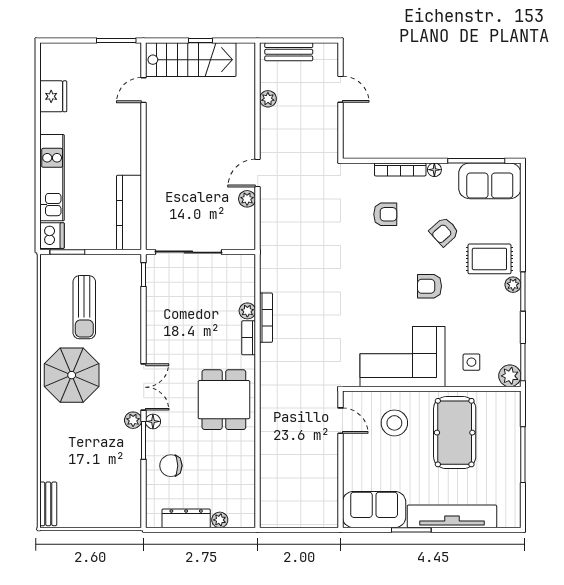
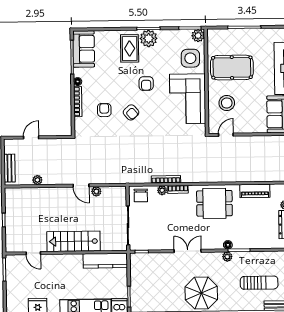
stairs: (191, 60) -> (73, 241), moved, turned -90
armchair: (444, 232) -> (131, 112), moved
plant: (513, 285) -> (149, 38), width x1.88, depth x1.88
sun lounger: (84, 307) -> (259, 283), moved
side table: (471, 362) -> (190, 58), width x1.87, depth x1.87
double door: (144, 387) -> (188, 251), moved
chair: (171, 466) -> (141, 195), moved
piano: (244, 469) -> (255, 191), added

